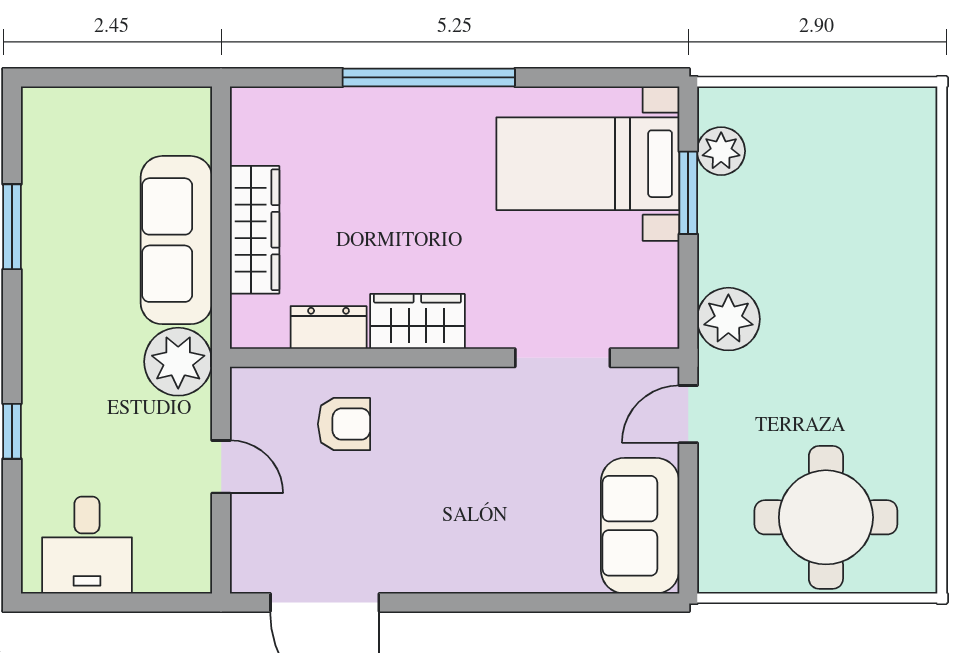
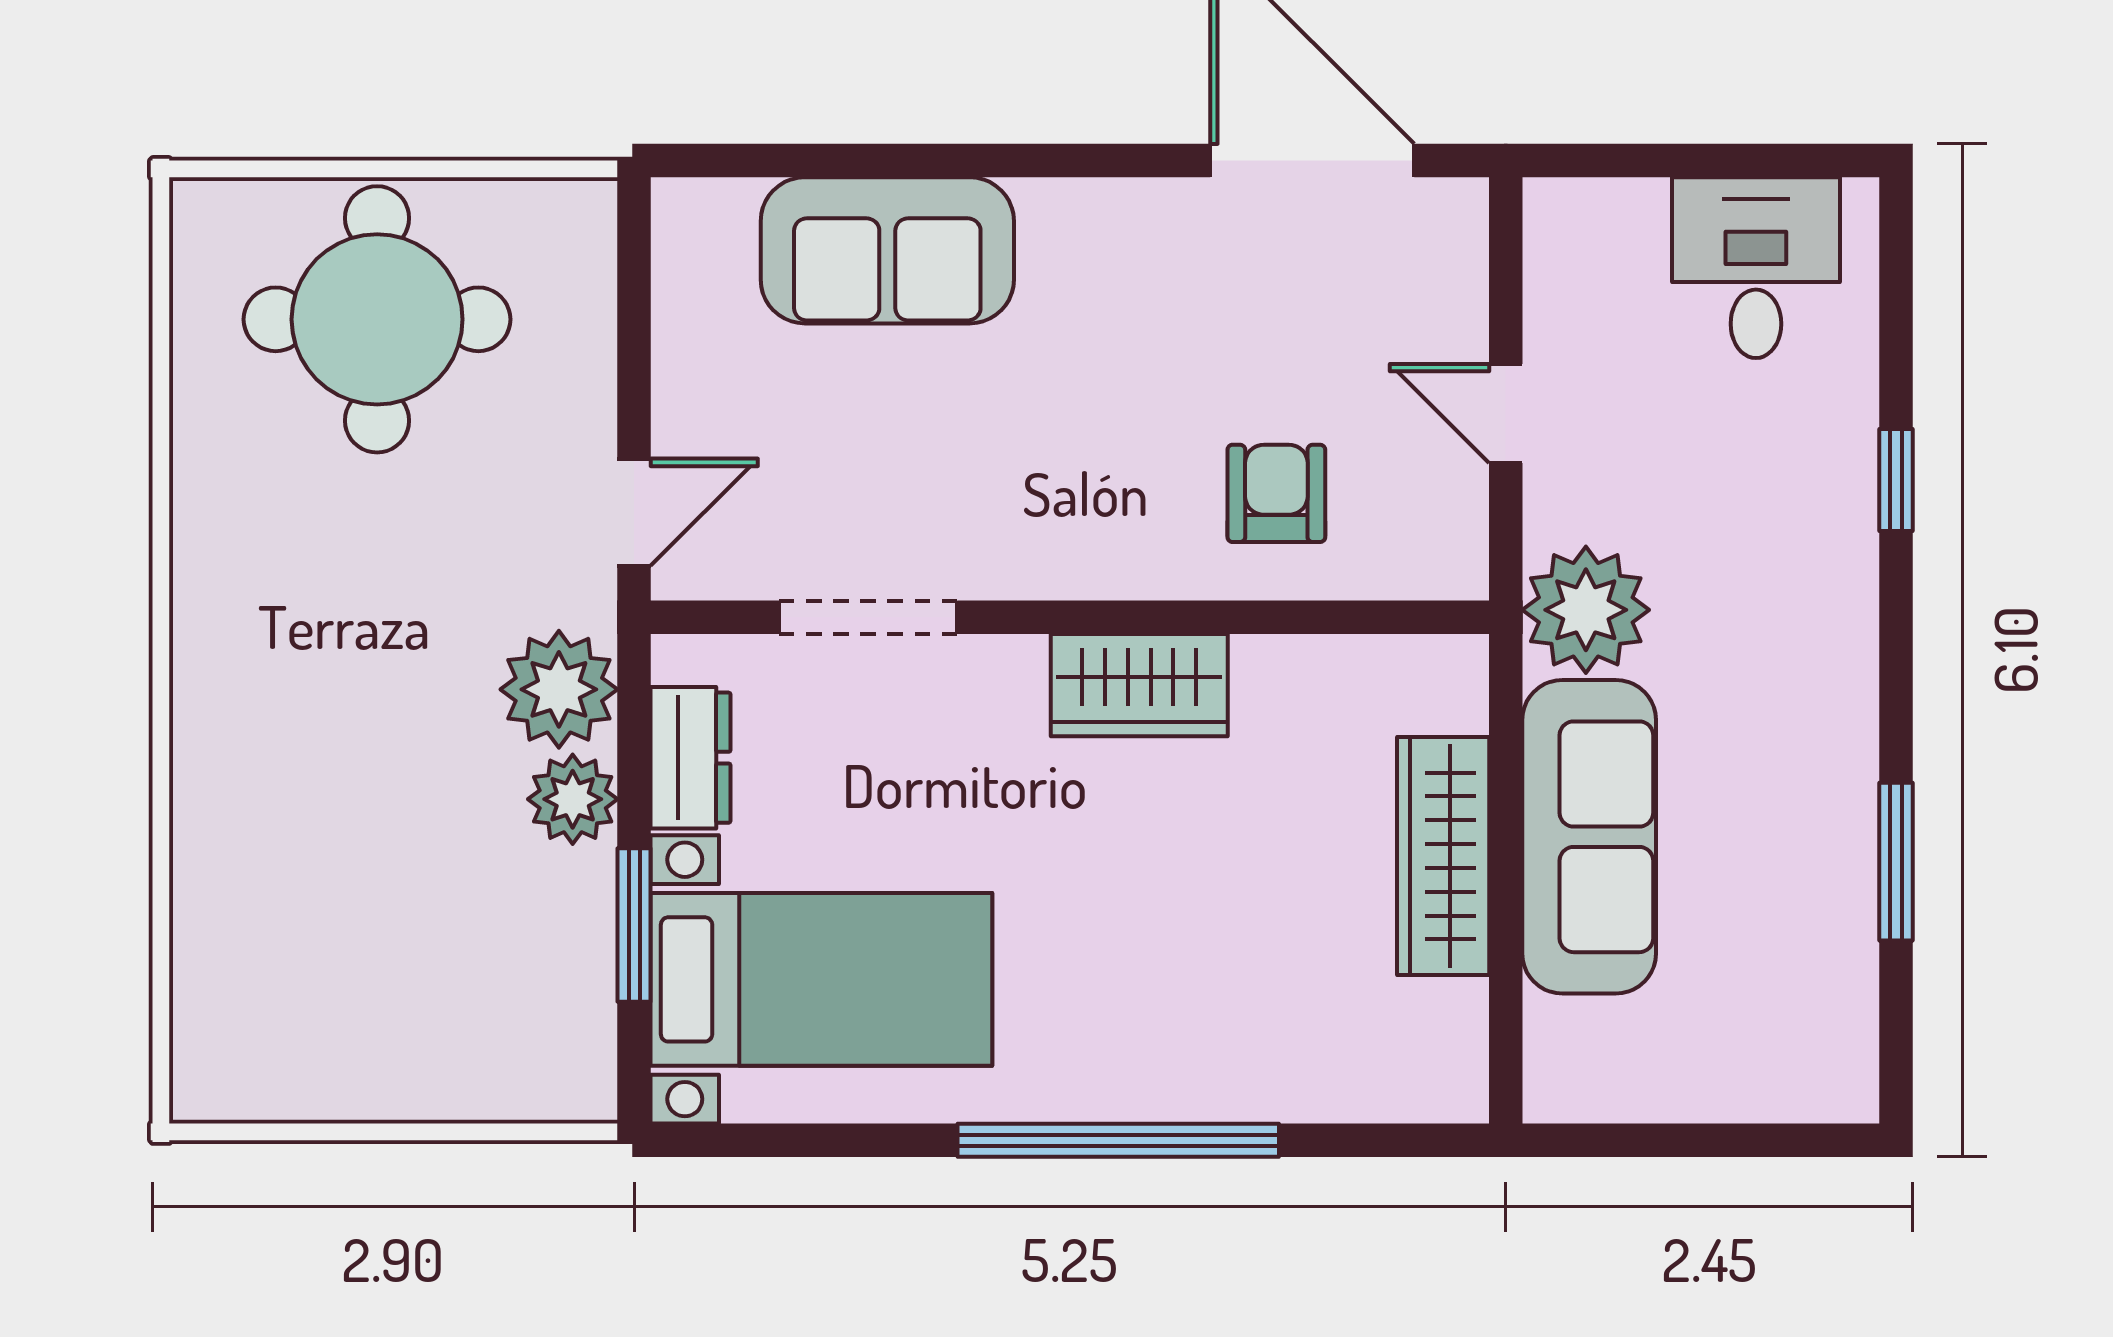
plant: (721, 151) -> (573, 799), moved
dresser: (329, 327) -> (691, 758), moved, turned -90
armchair: (344, 424) -> (1276, 493), turned 90
sofa: (640, 526) -> (887, 250), moved, turned 90

